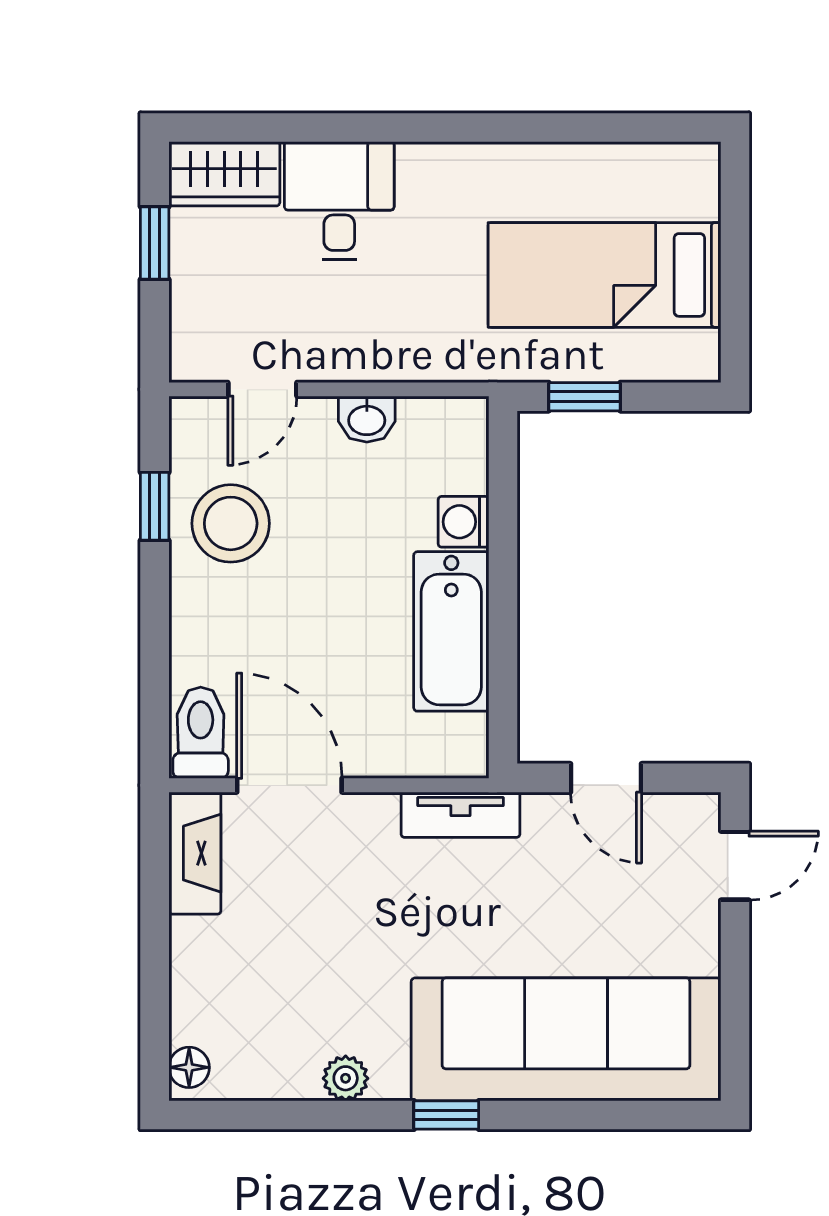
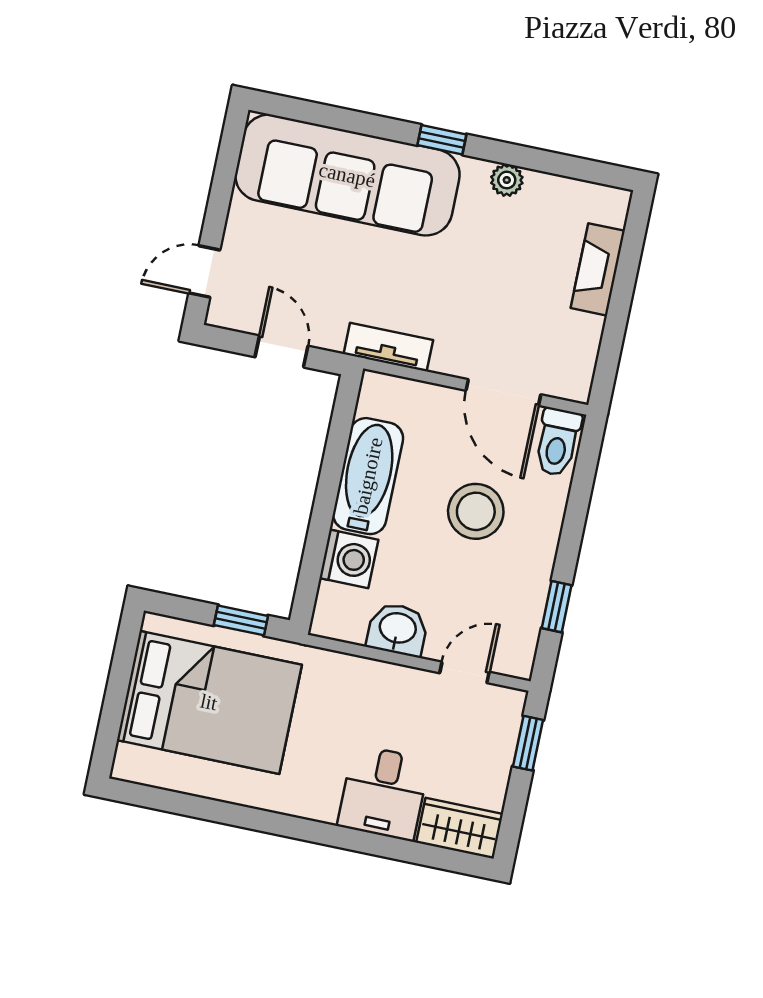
window: (155, 243) -> (528, 743), moved
bed: (604, 275) -> (209, 702), width x1.50
washbasin: (367, 419) -> (398, 629), width x1.38, depth x1.45
washing machine: (463, 522) -> (349, 559), width x1.38, depth x1.38
stool: (231, 523) -> (476, 511), moved
fireplace: (195, 853) -> (598, 269), moved
floor lamp: (189, 1067) -> (614, 210), removed

